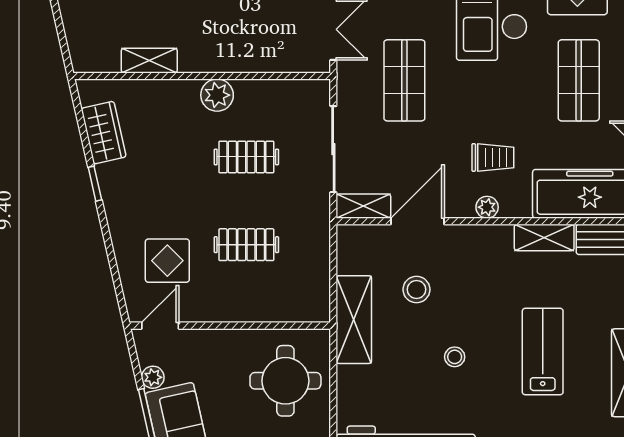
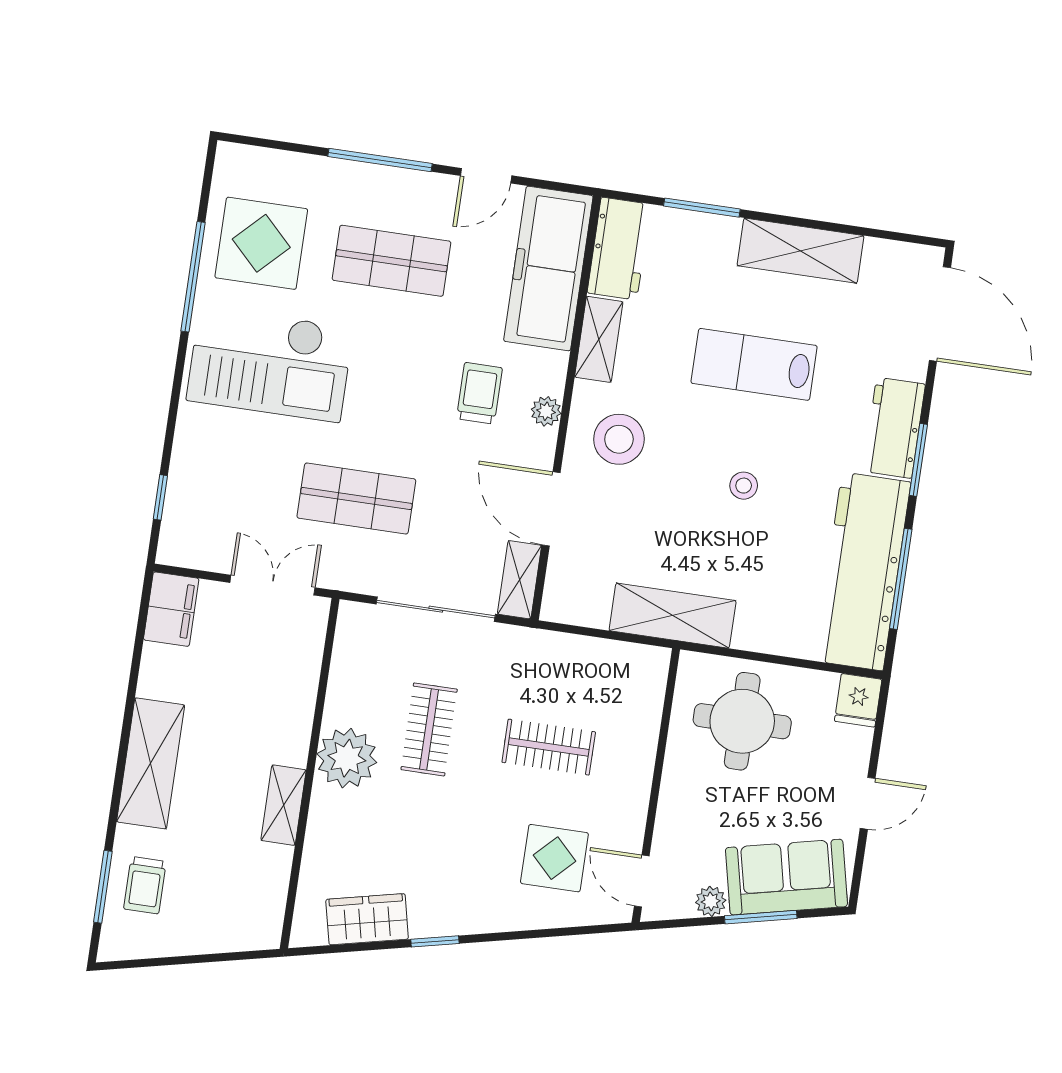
shelving: (149, 61) -> (284, 805), moved
plant: (217, 95) -> (347, 758), width x1.36, depth x1.36
clothes rail: (246, 245) -> (549, 747), turned 90
stool: (416, 289) -> (619, 439), moved, width x1.38, depth x1.38

